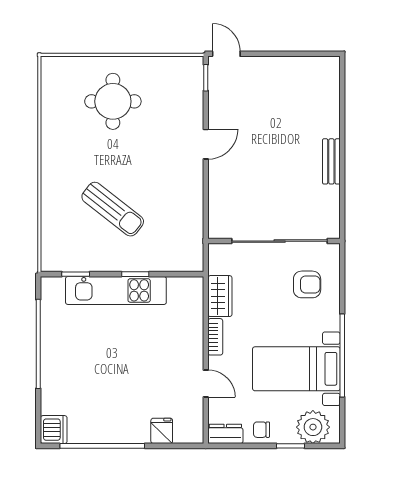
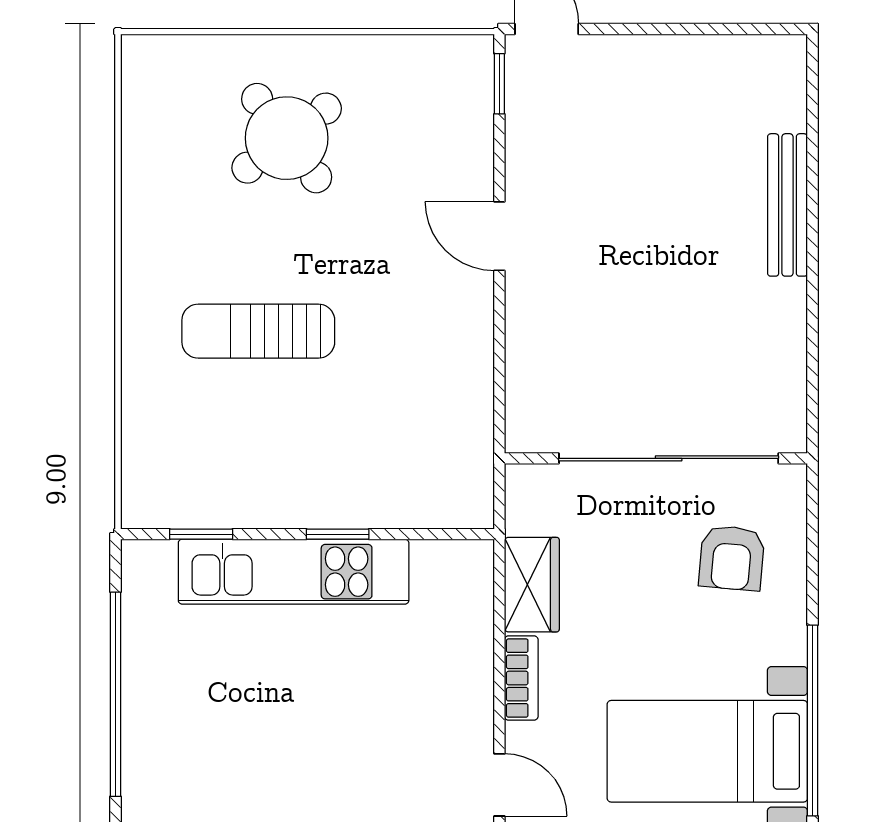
round table: (113, 101) -> (287, 138), turned -37
door: (206, 144) -> (499, 236), swing flipped
bench: (331, 161) -> (788, 205), moved, width x1.36
sun lounger: (113, 209) -> (258, 331), moved, turned 142
armchair: (307, 284) -> (732, 558), turned 95

